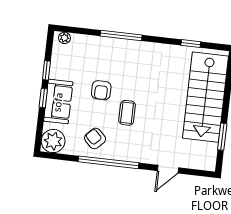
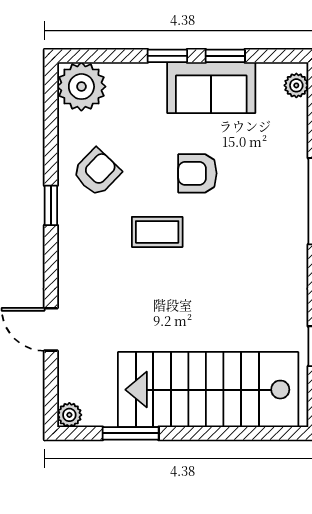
sofa: (58, 102) -> (211, 88), moved
window: (108, 162) -> (51, 205), width x0.32
plant: (210, 165) -> (69, 415), added

